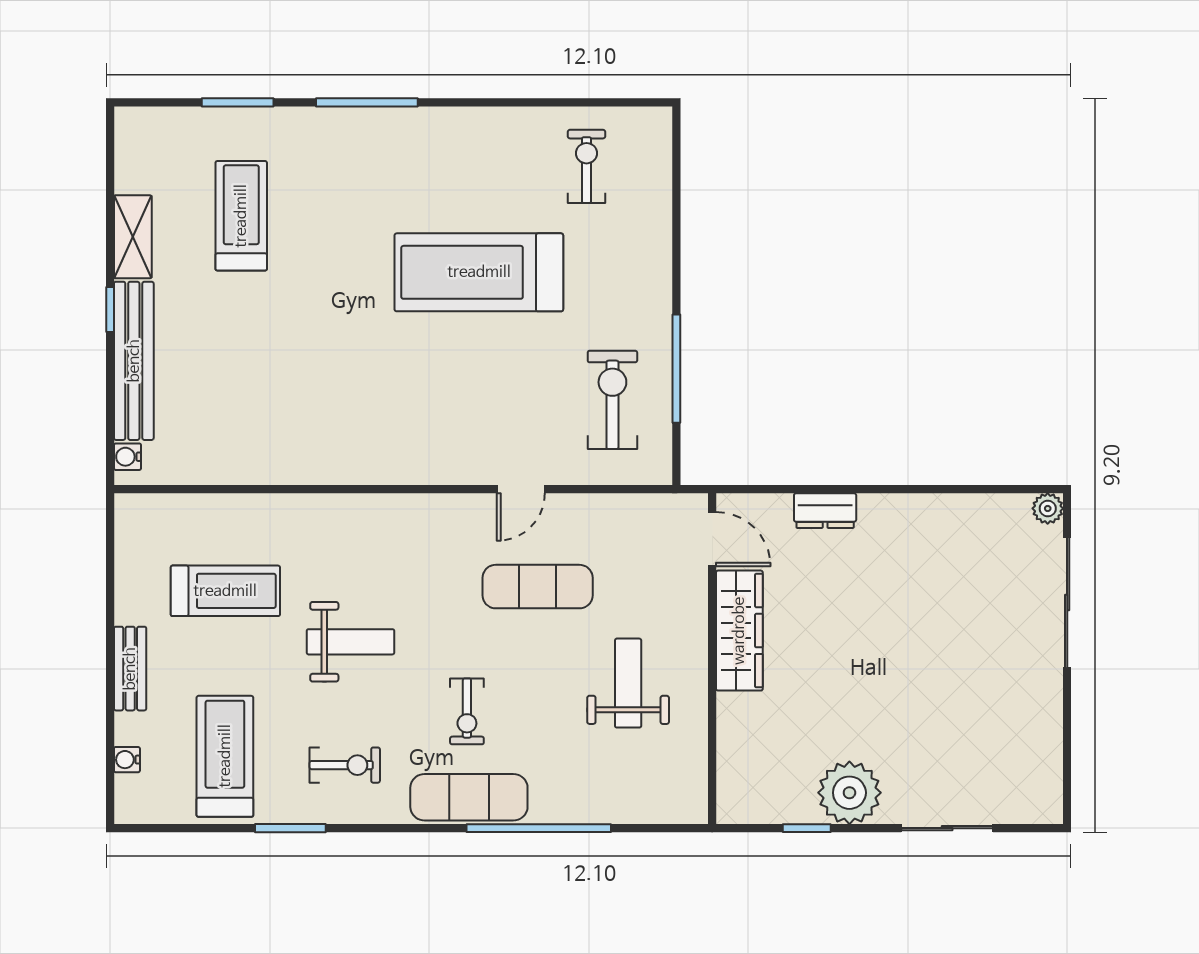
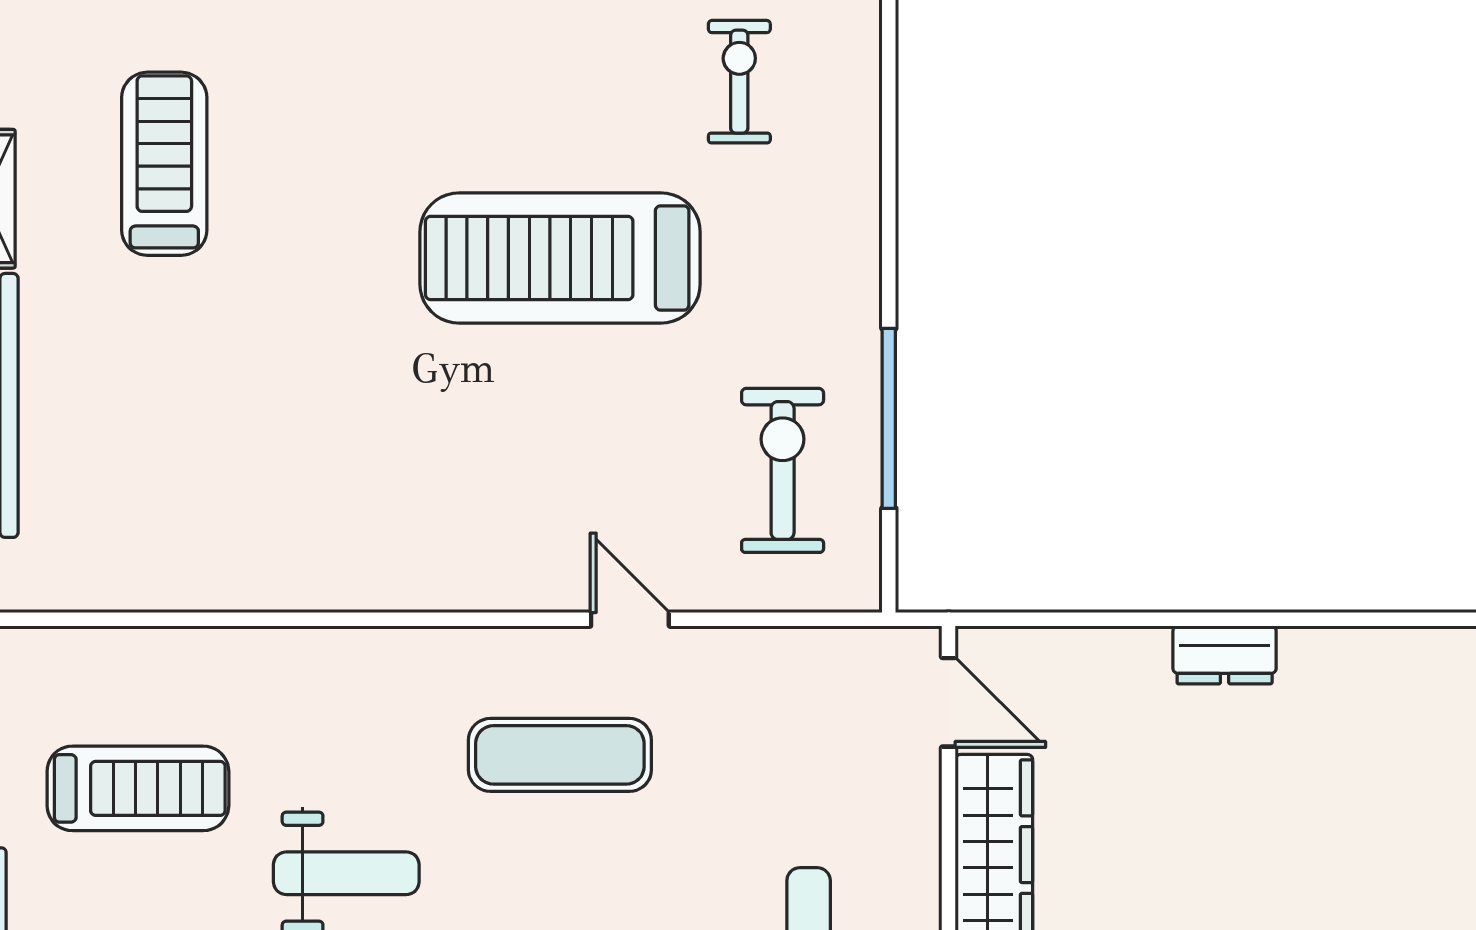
door: (521, 489) -> (630, 619), swing flipped
dresser: (825, 511) -> (1225, 655), moved
exercise mat: (538, 587) -> (560, 755), moved

